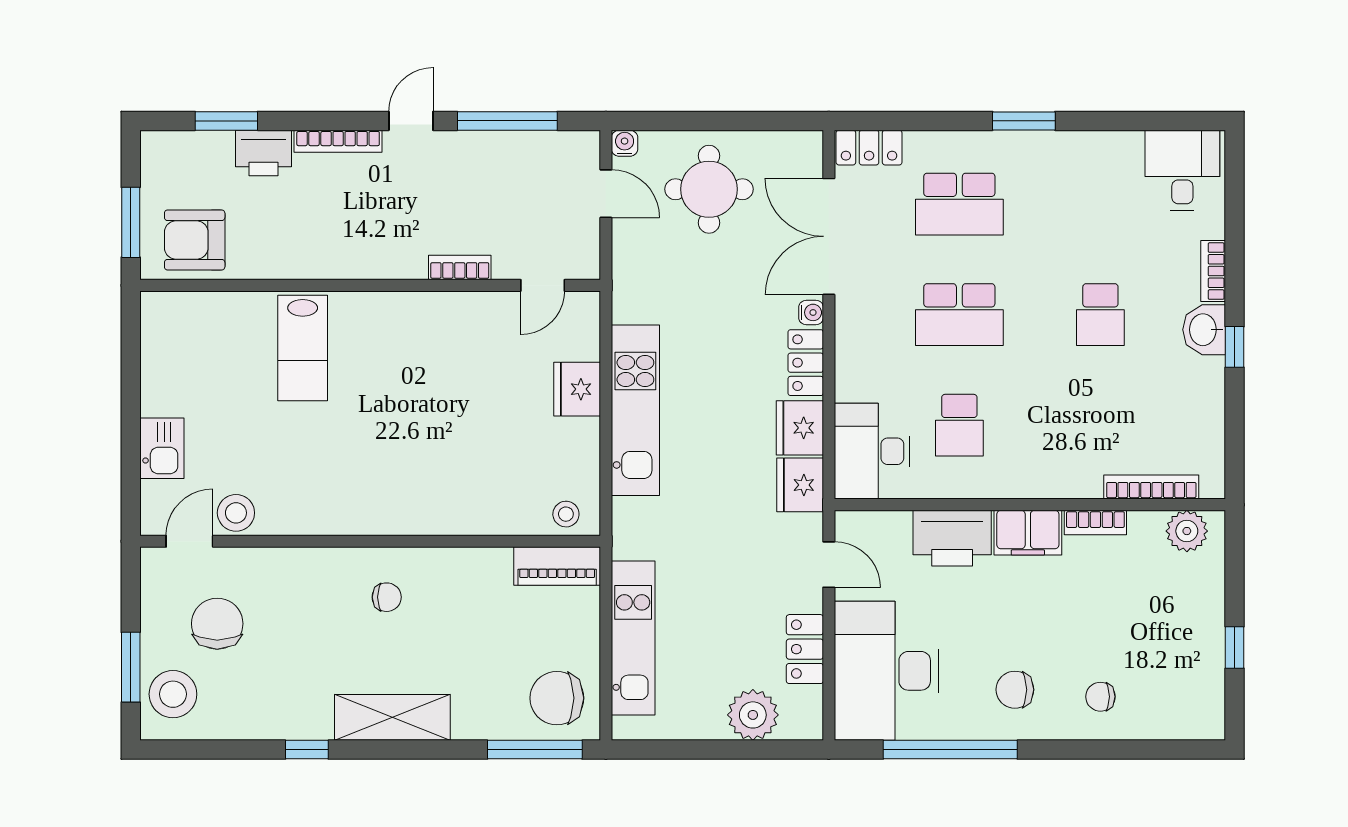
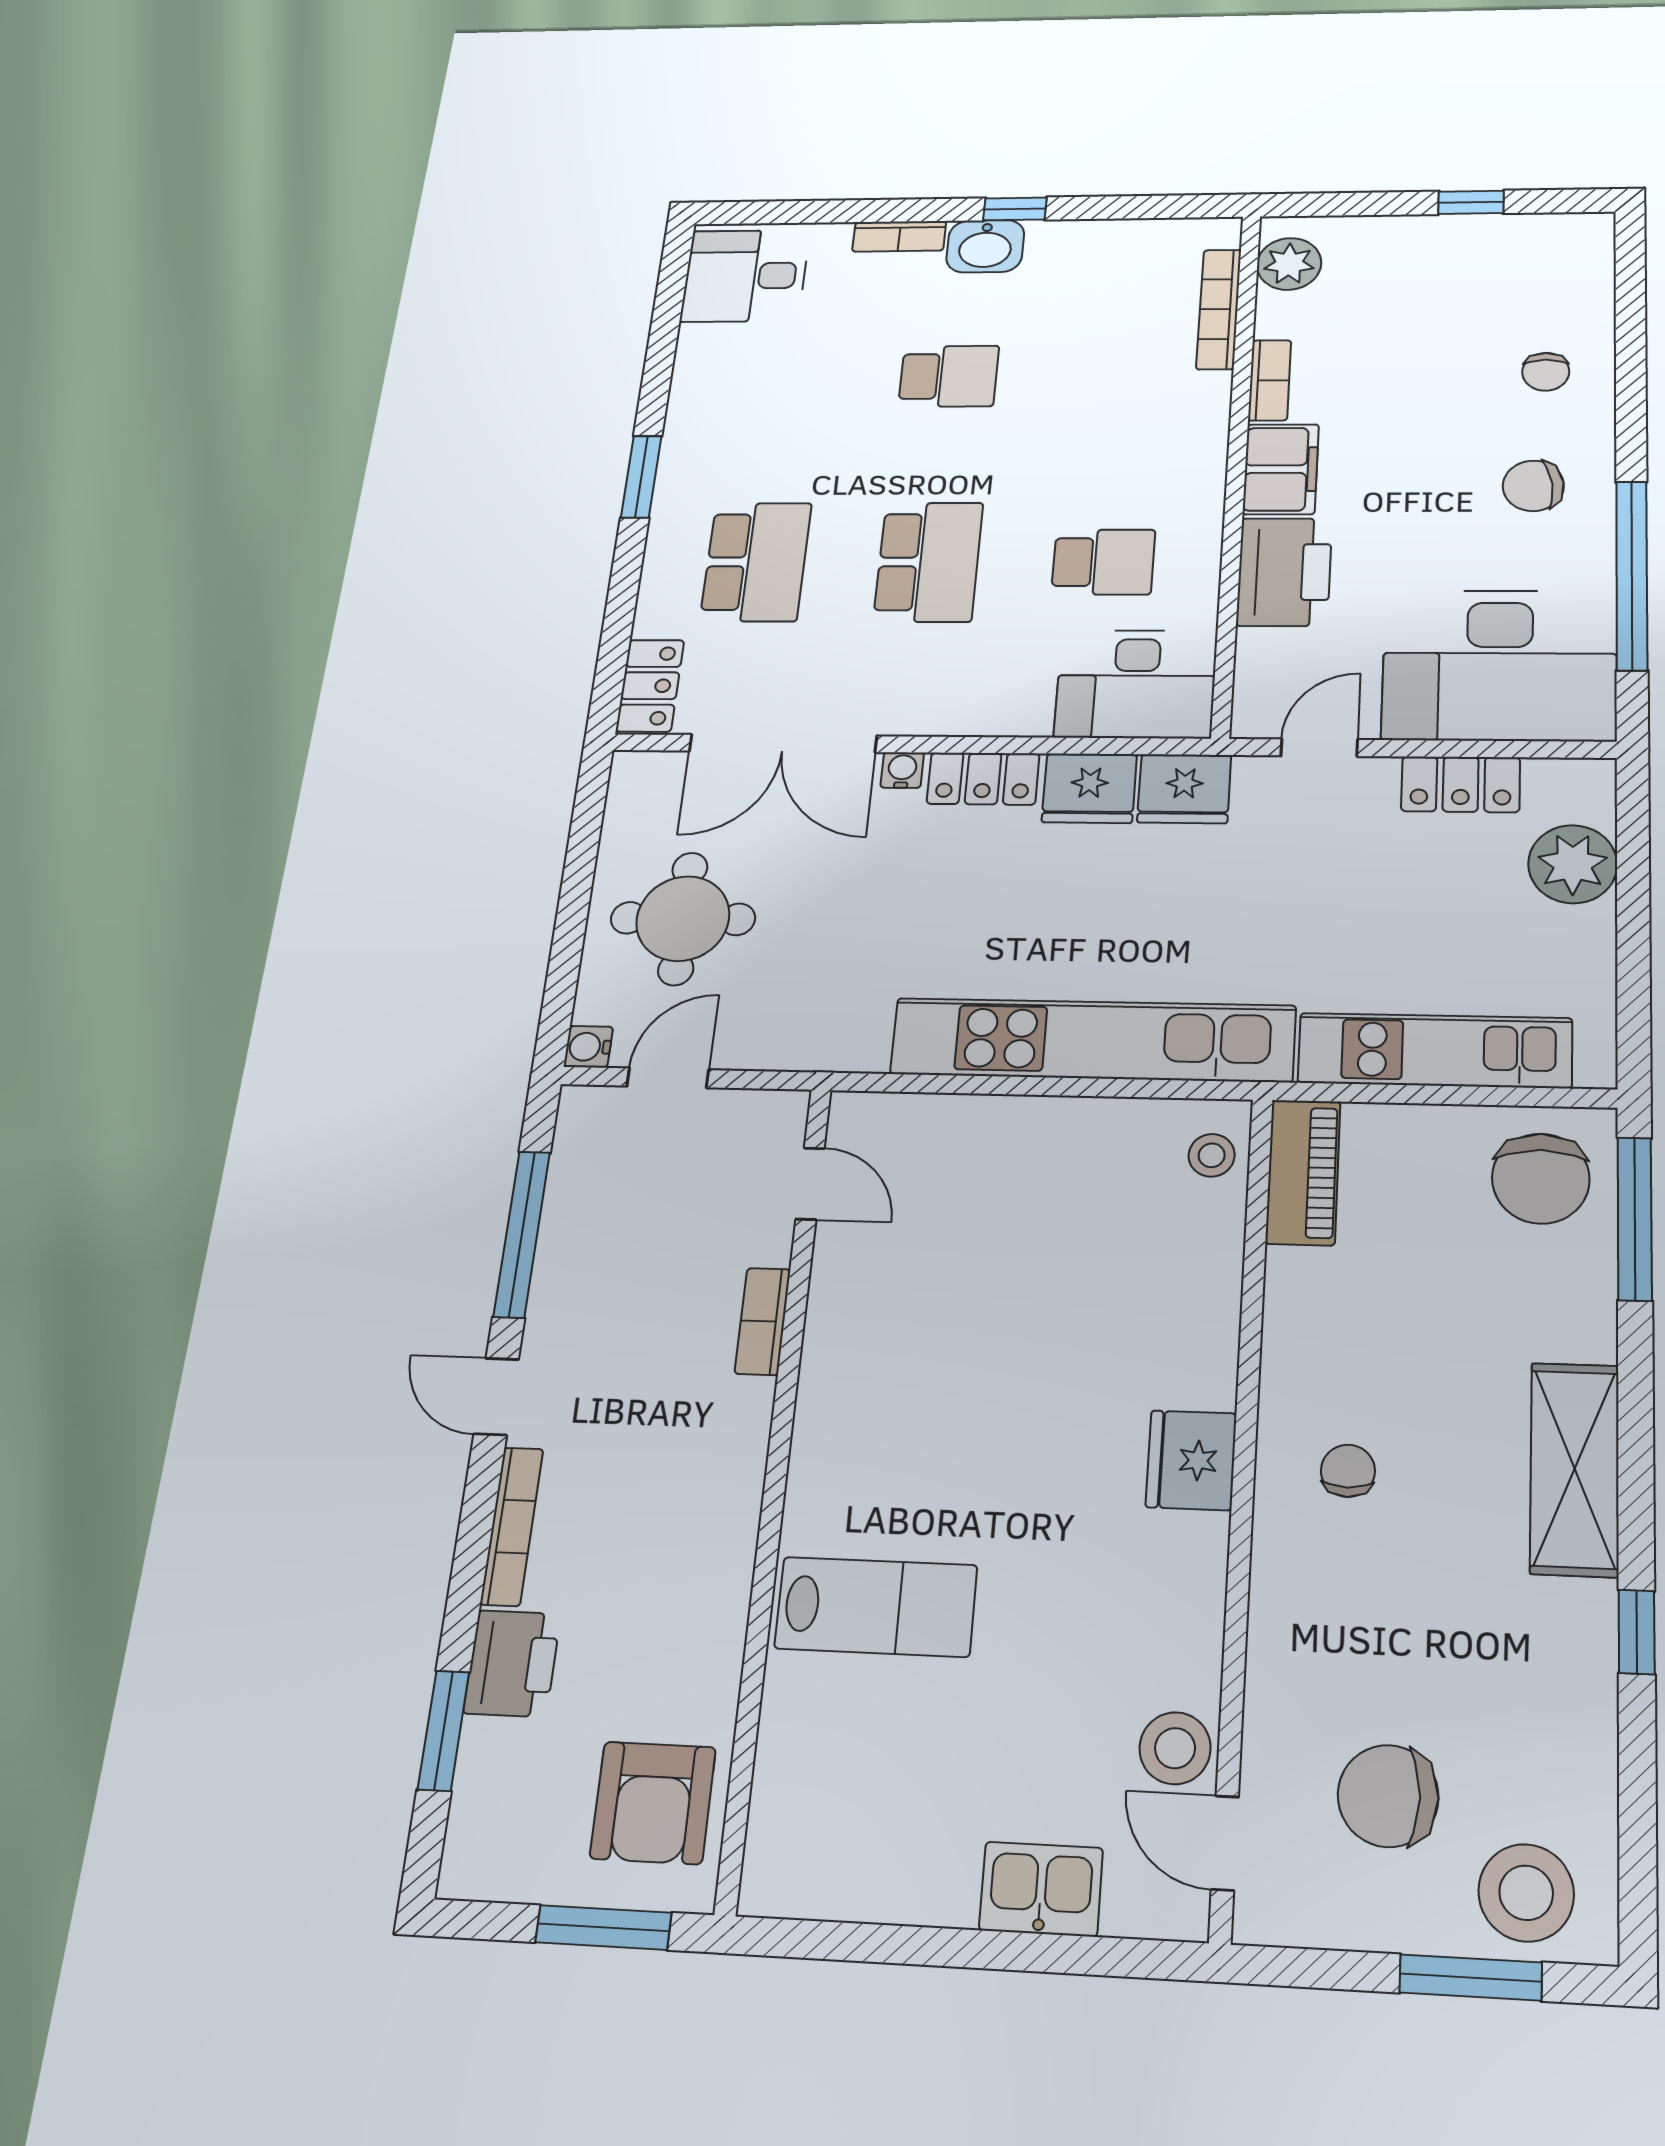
fridge: (577, 389) -> (1191, 1460), moved, turned 90
kitchen unit: (635, 410) -> (1093, 1040), width x1.36
chair: (1015, 690) -> (1533, 486), turned 82

